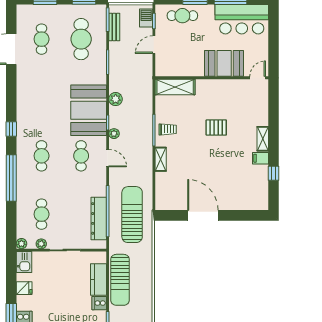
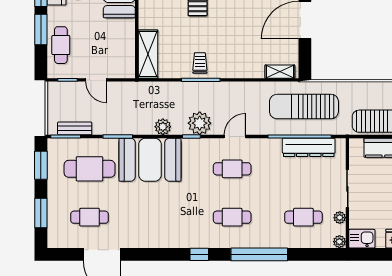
barbecue: (146, 18) -> (64, 89), removed
booth: (89, 110) -> (150, 160), moved
plant: (114, 134) -> (200, 123), width x1.88, depth x1.88
shelving: (161, 159) -> (280, 72), moved

